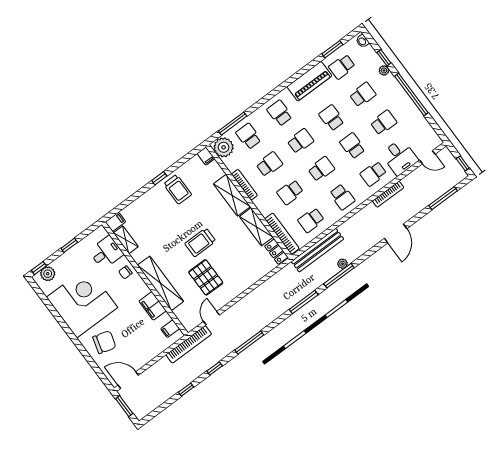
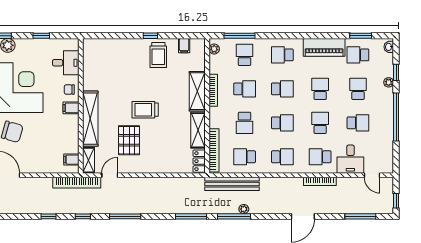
school desk: (363, 95) -> (358, 89), turned -90
school desk: (280, 113) -> (282, 55), turned -90
plant: (224, 147) -> (214, 49), width x0.53, depth x0.53
filing cabinet: (206, 156) -> (184, 46), moved
school desk: (290, 192) -> (245, 123), turned -90
school desk: (342, 197) -> (282, 157), turned -90
filing cabinet: (115, 222) -> (91, 44), removed
shelving: (126, 240) -> (88, 160), moved
filing cabinet: (153, 306) -> (71, 108), moved, width x0.50

